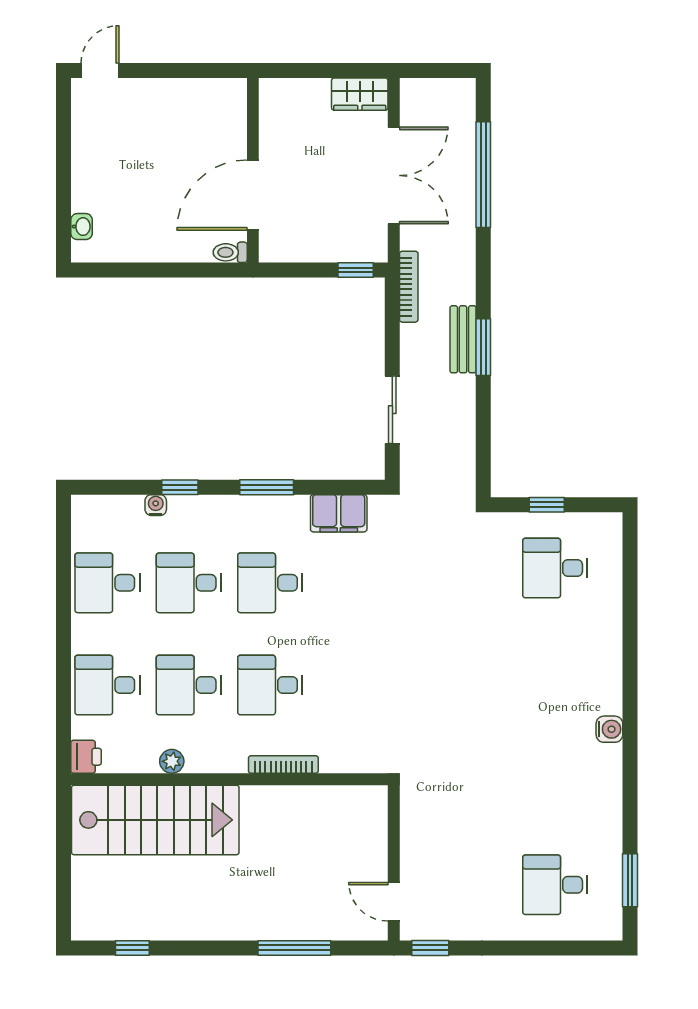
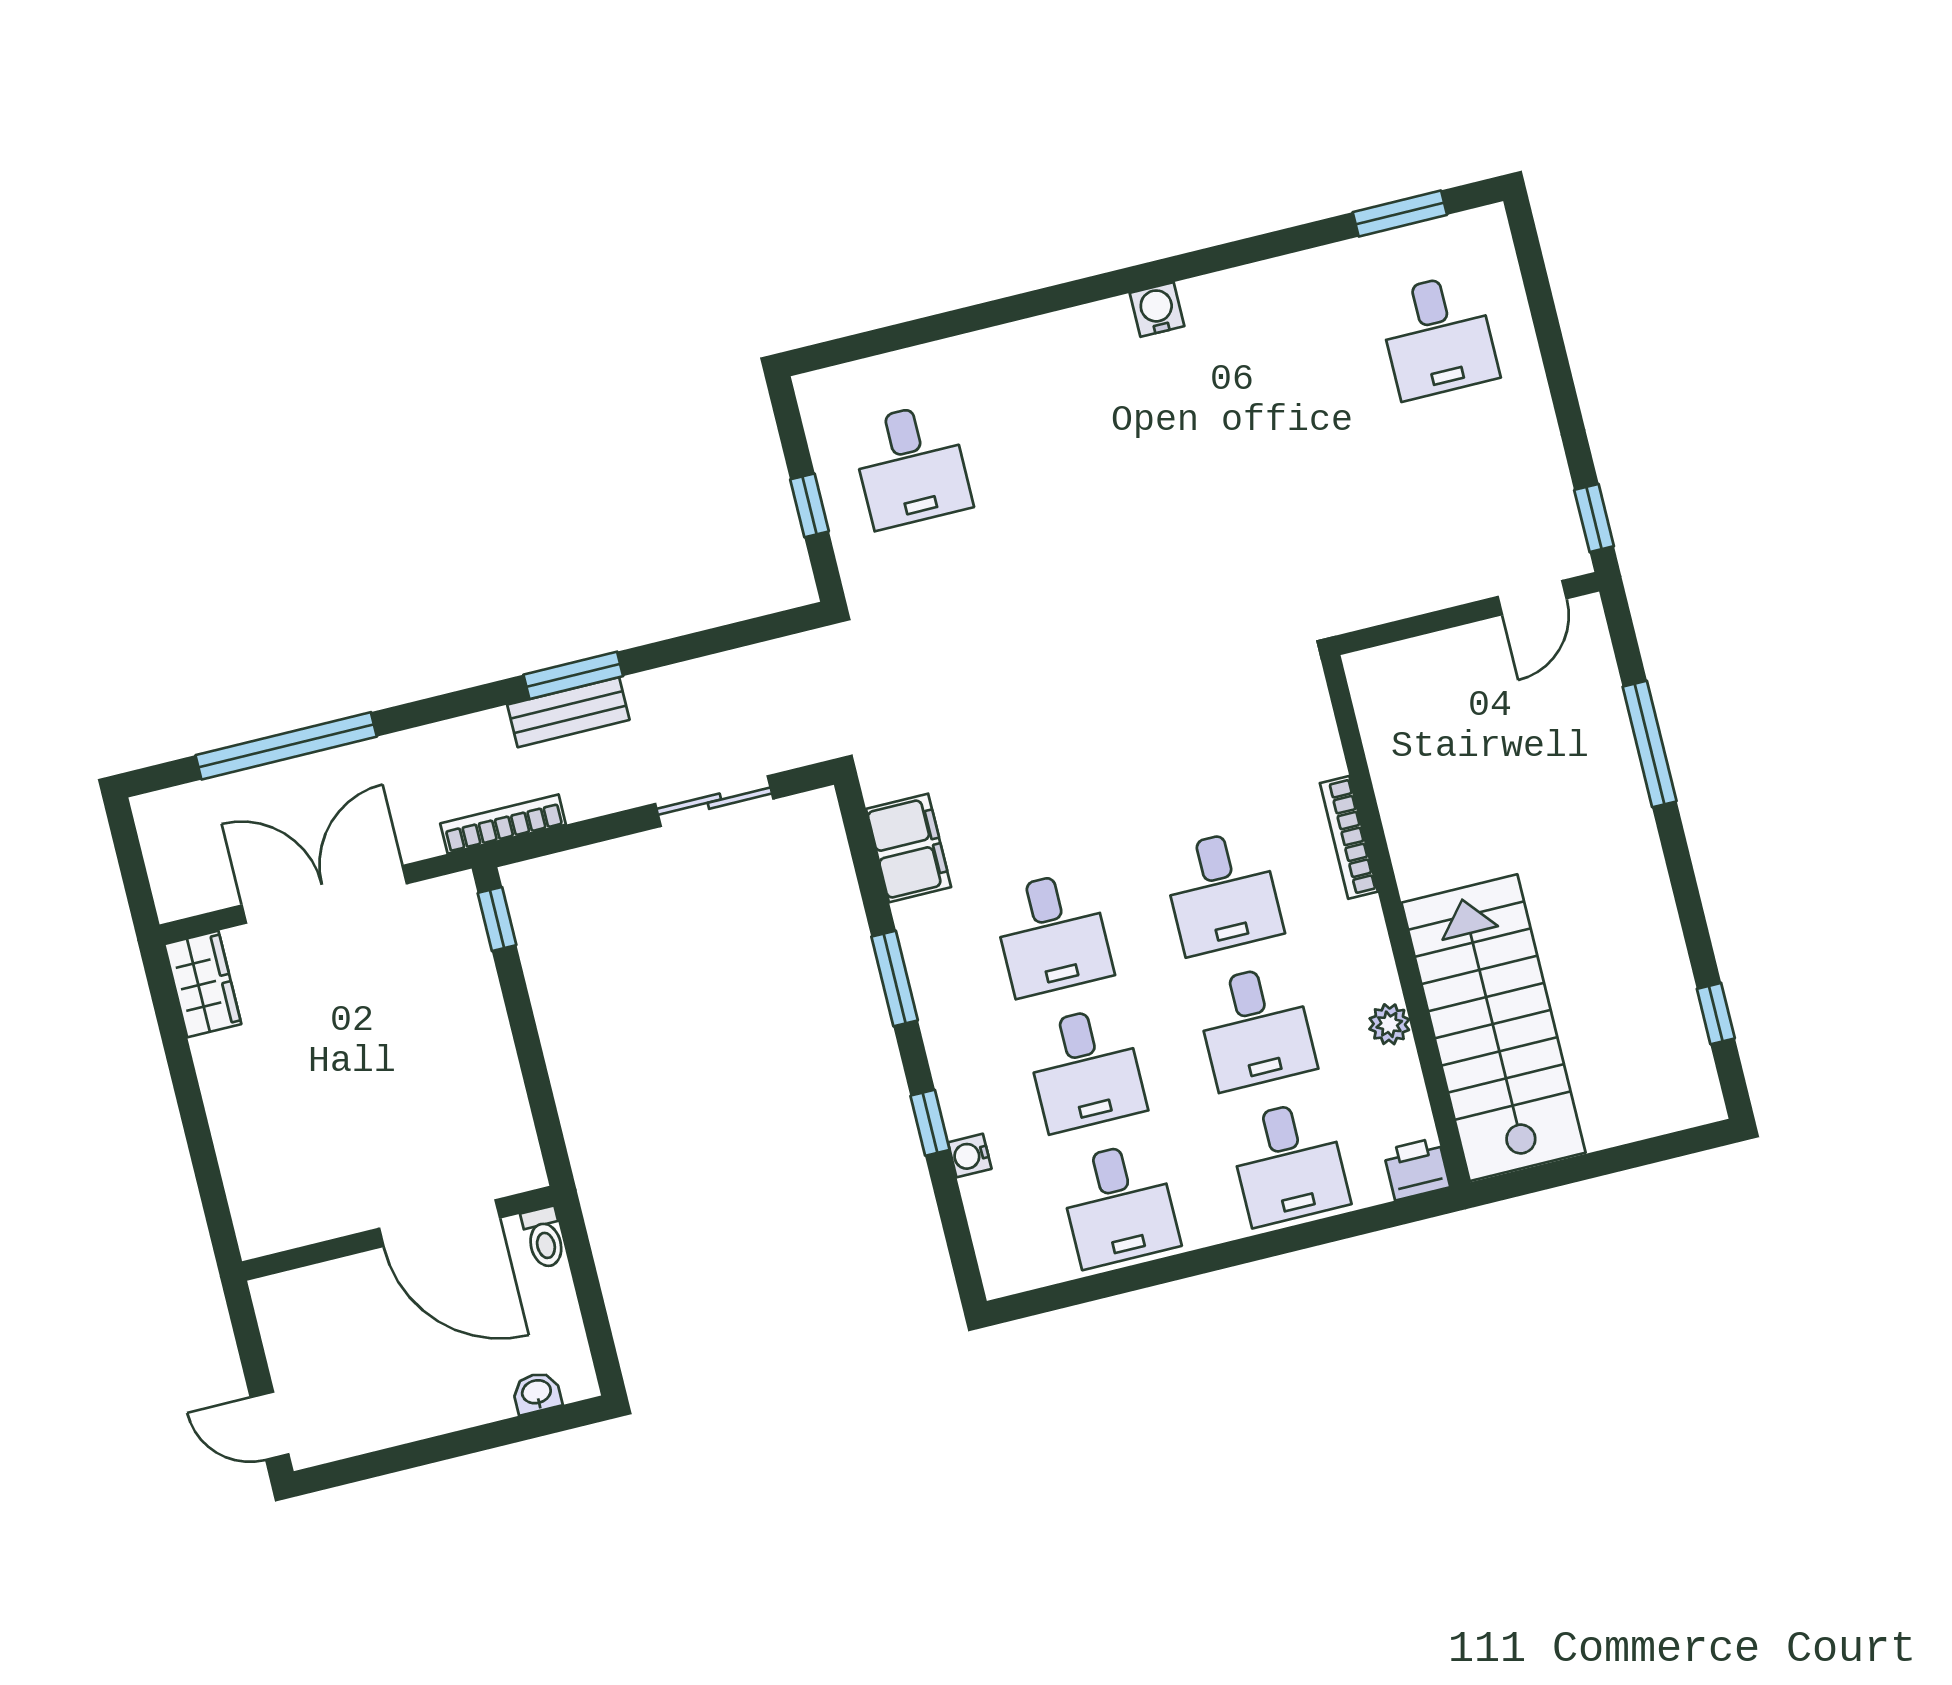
wall: (253, 170) -> (398, 1233), moved
door: (253, 195) -> (440, 1223), moved
toilet: (230, 252) -> (544, 1238), moved

